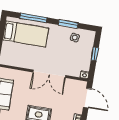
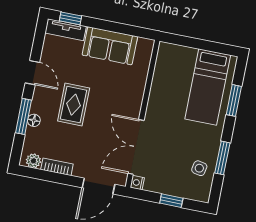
window: (33, 18) -> (234, 100), width x0.69
double door: (49, 74) -> (136, 147), moved

